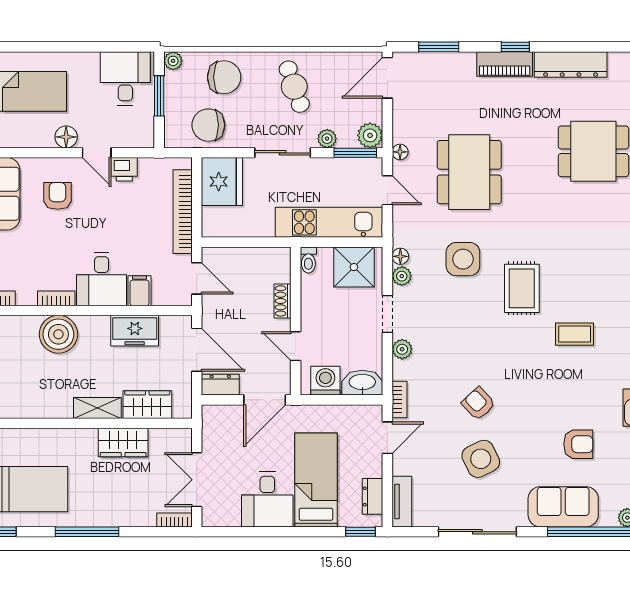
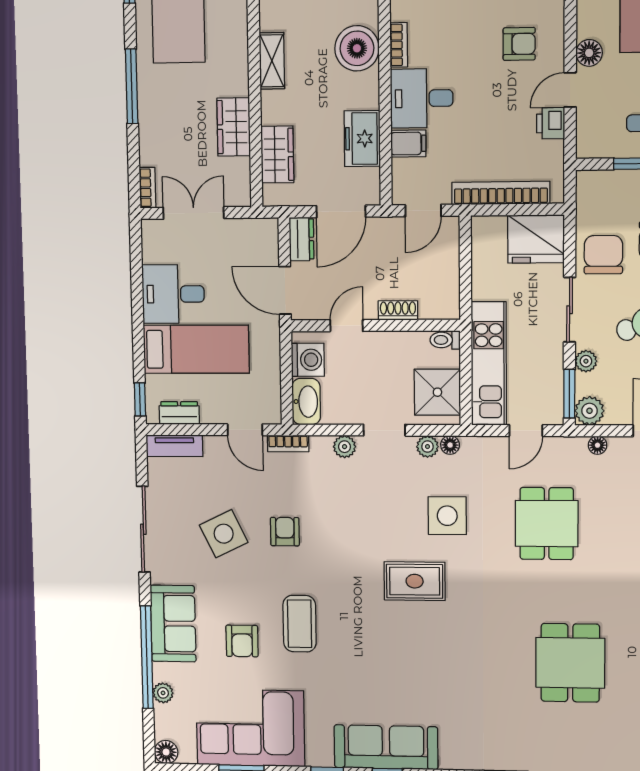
chair: (208, 125) -> (603, 255), moved
floor lamp: (400, 152) -> (597, 445), moved
dining table: (469, 172) -> (547, 524), width x0.73
coffee table: (575, 334) -> (300, 624), moved, width x1.36, depth x1.30
armchair: (478, 404) -> (285, 532), turned -47
shelving: (97, 408) -> (272, 61), moved

